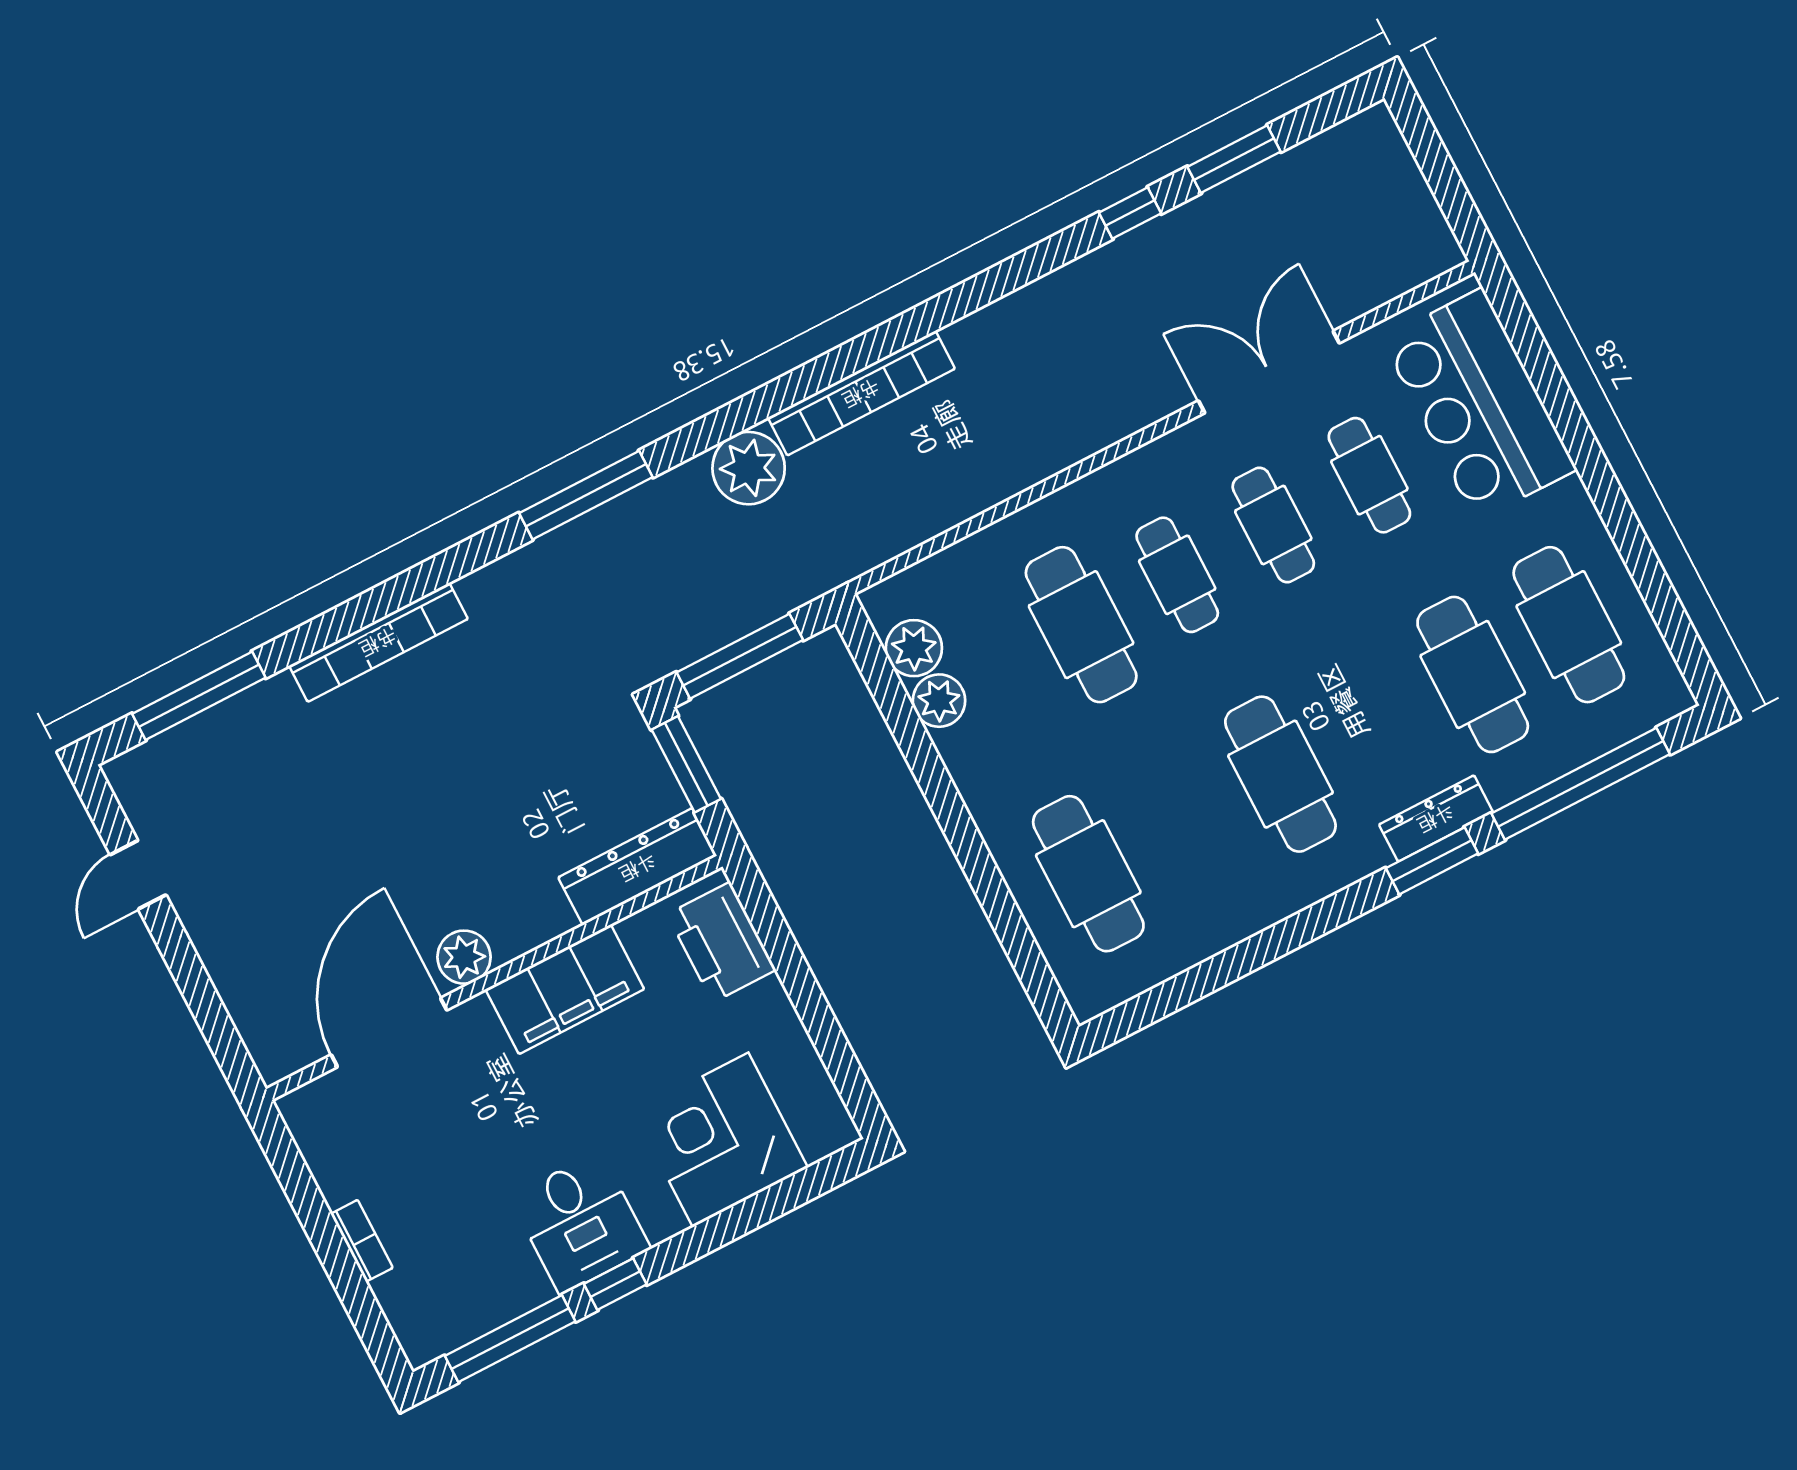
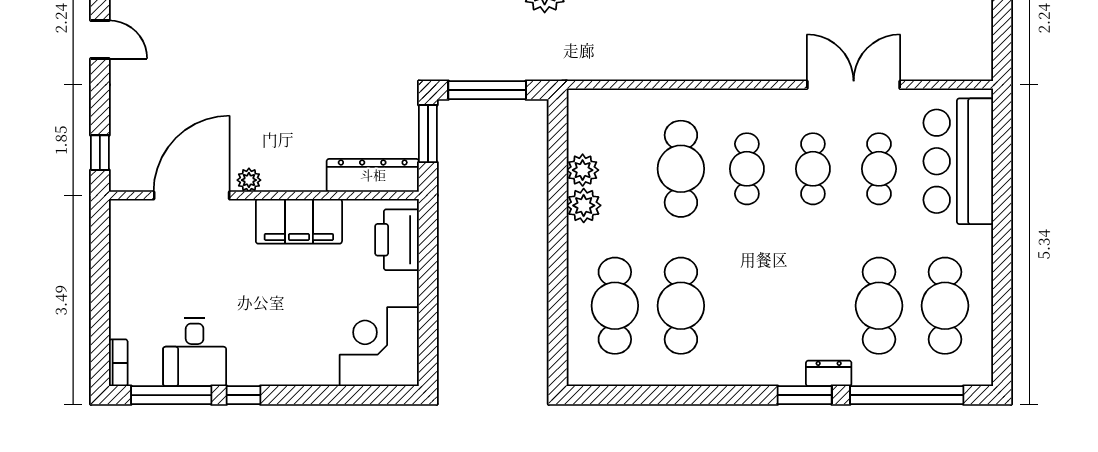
plant: (914, 648) -> (584, 205), moved
cafe table: (1280, 774) -> (681, 306), moved
dresser: (1436, 818) -> (829, 373), width x0.70
door: (138, 875) -> (100, 40), swing flipped
plant: (464, 957) -> (249, 180), width x0.73, depth x0.73
window: (223, 1039) -> (100, 153), added
corner desk: (721, 1140) -> (379, 347), moved
desk: (580, 1223) -> (195, 352), moved
bookcase: (362, 1241) -> (118, 363), moved

